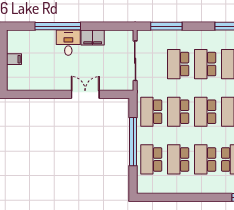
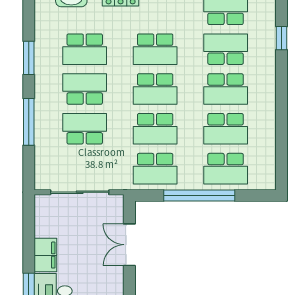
window: (166, 26) -> (29, 122), moved
school desk: (178, 64) -> (85, 129), turned 180
school desk: (205, 64) -> (85, 89), turned 180
double door: (85, 94) -> (129, 245), moved

